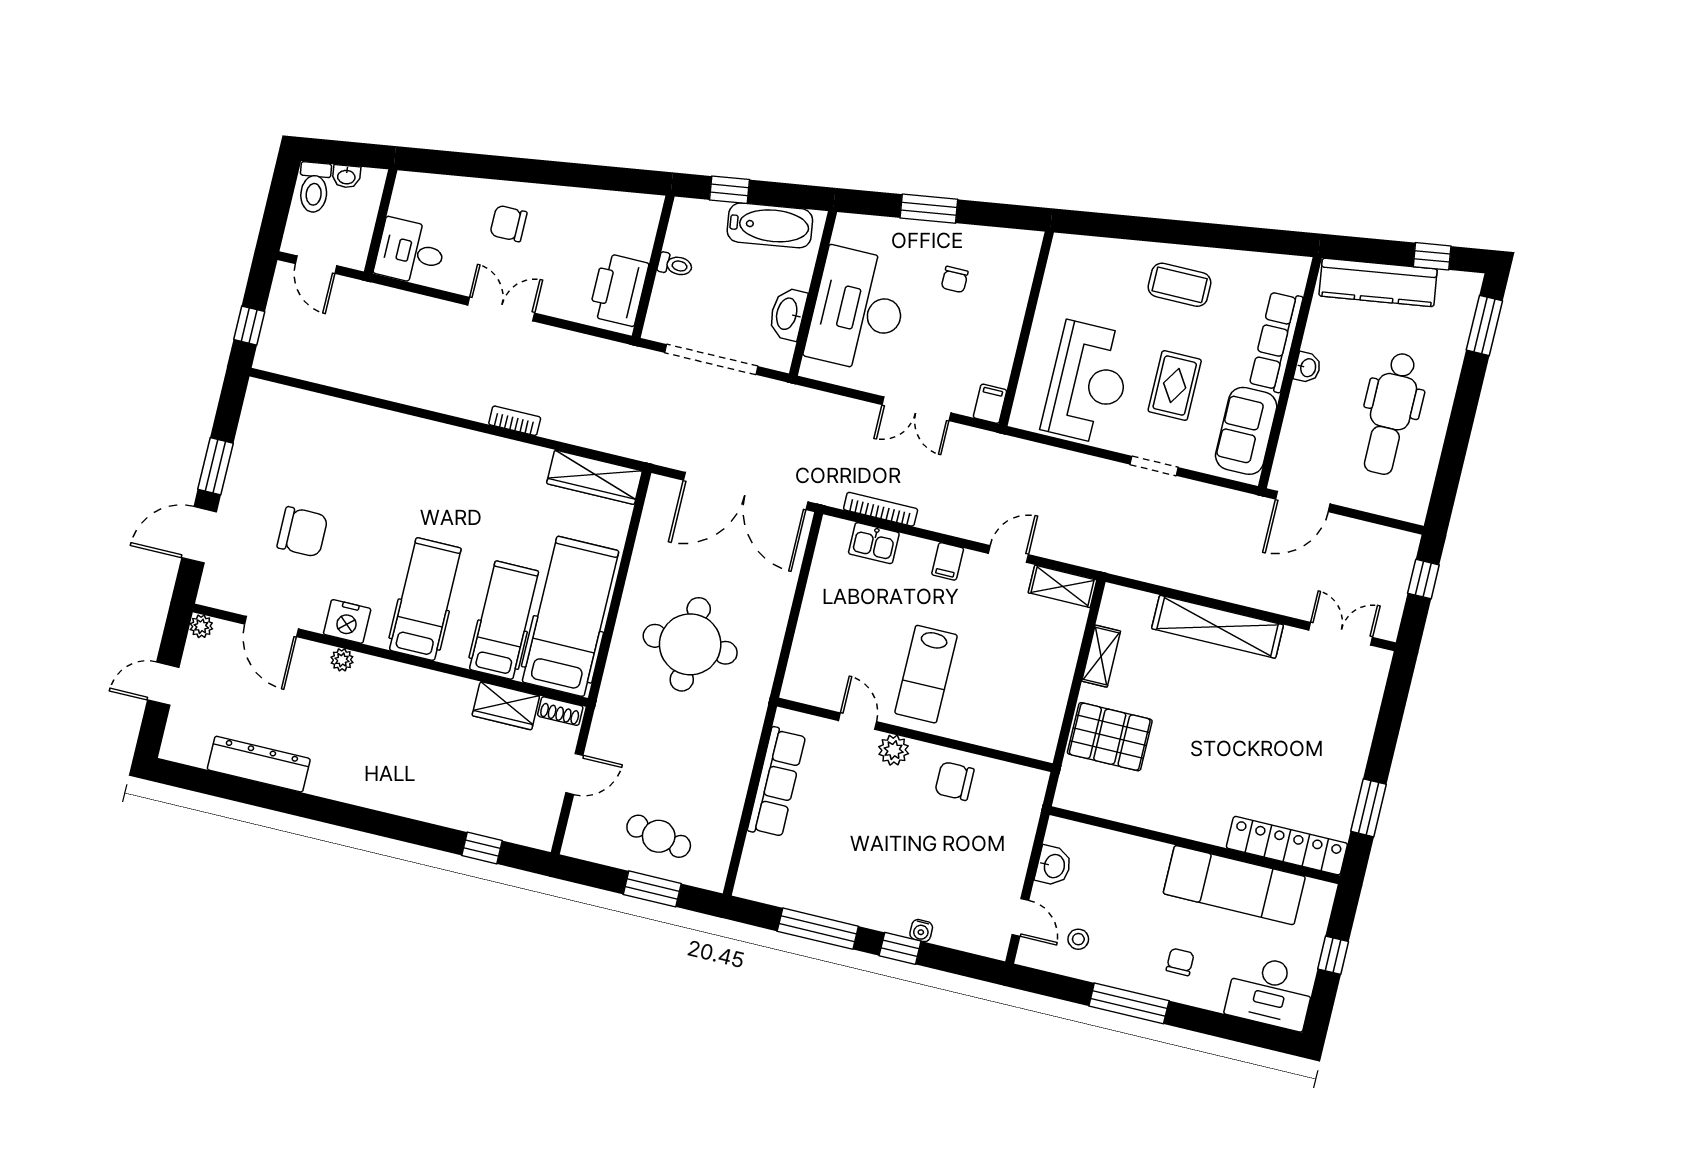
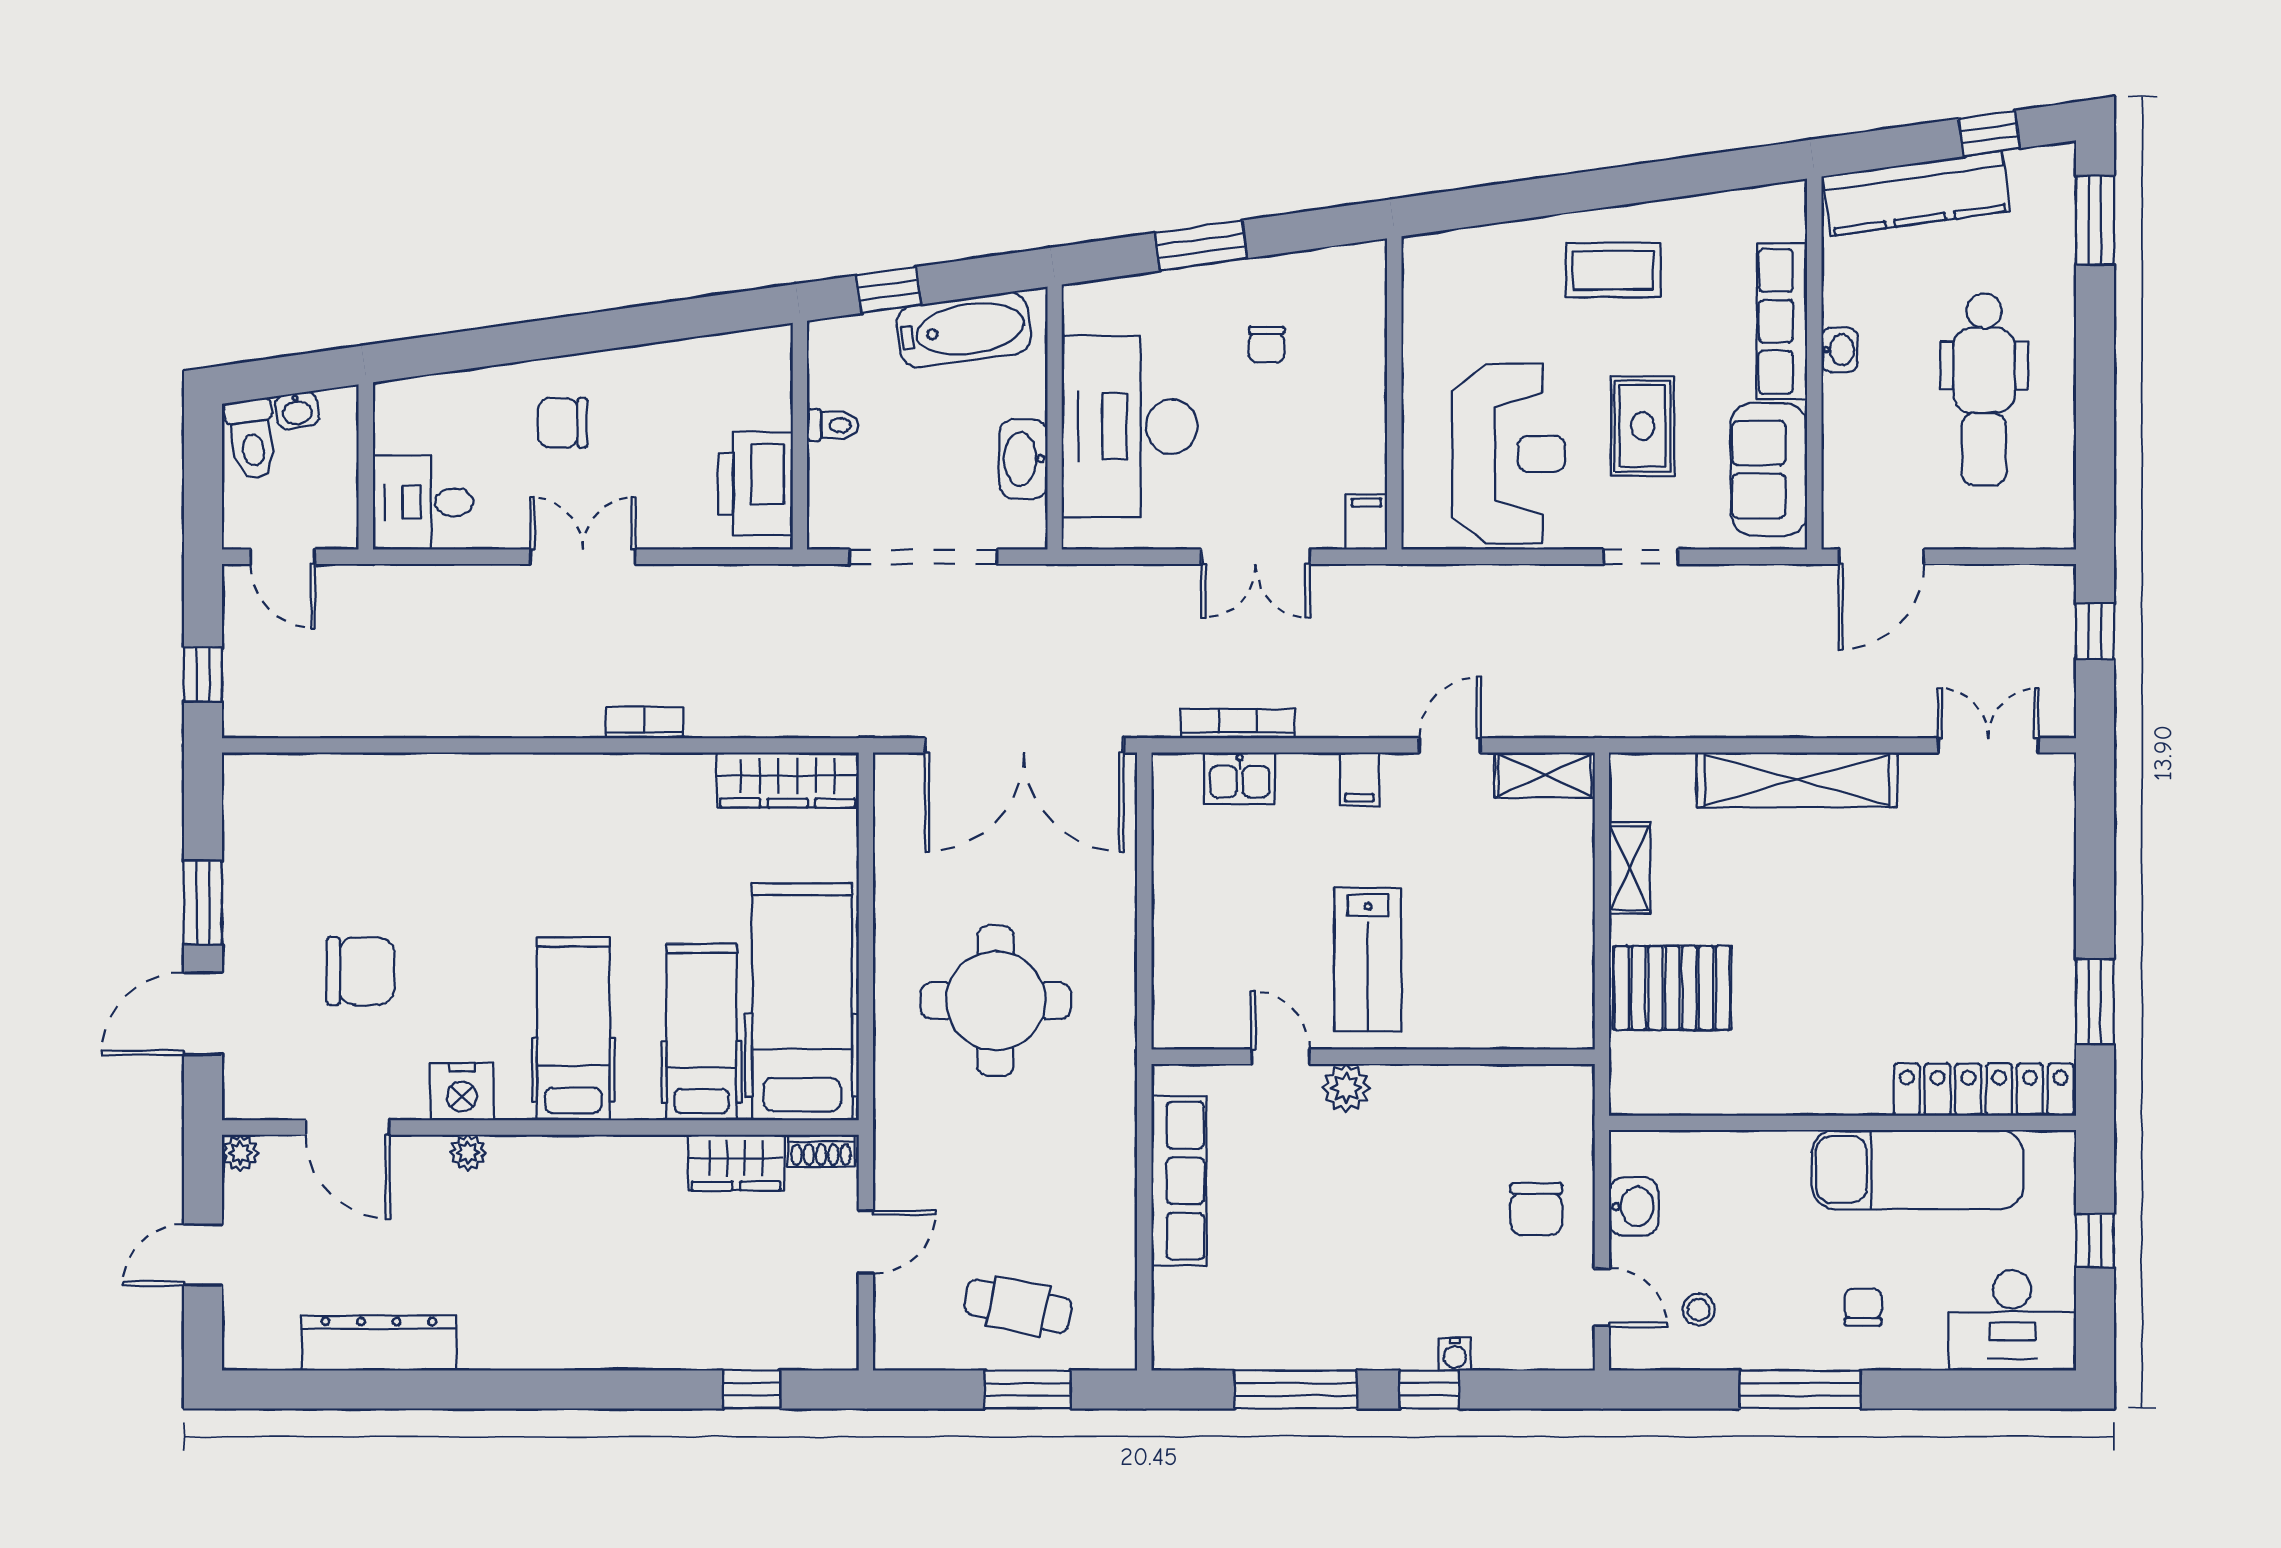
chair: (954, 781) -> (1536, 1209), moved, turned -90

